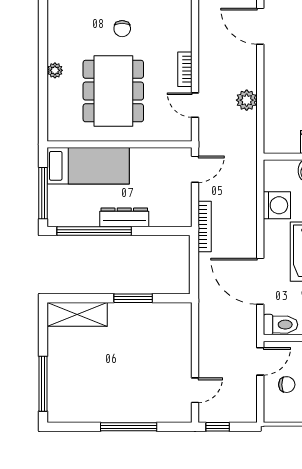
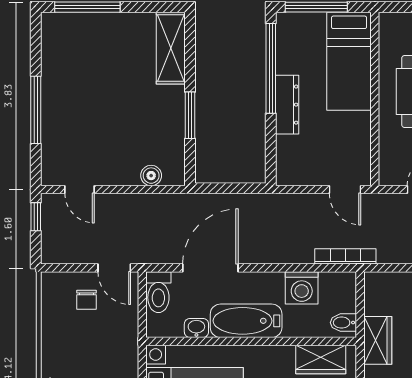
bookcase: (205, 227) -> (345, 256), moved, turned 180
boiler: (183, 331) -> (151, 176), added

